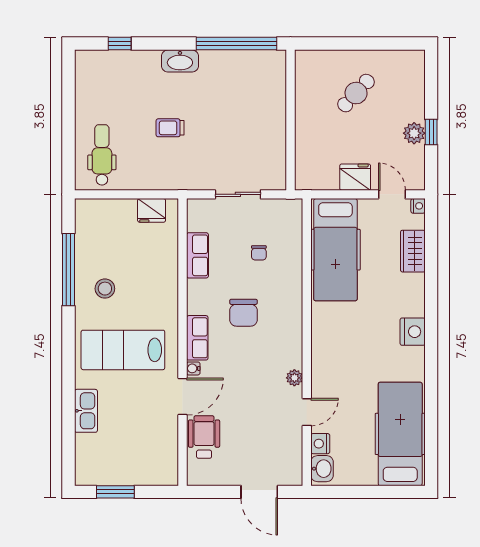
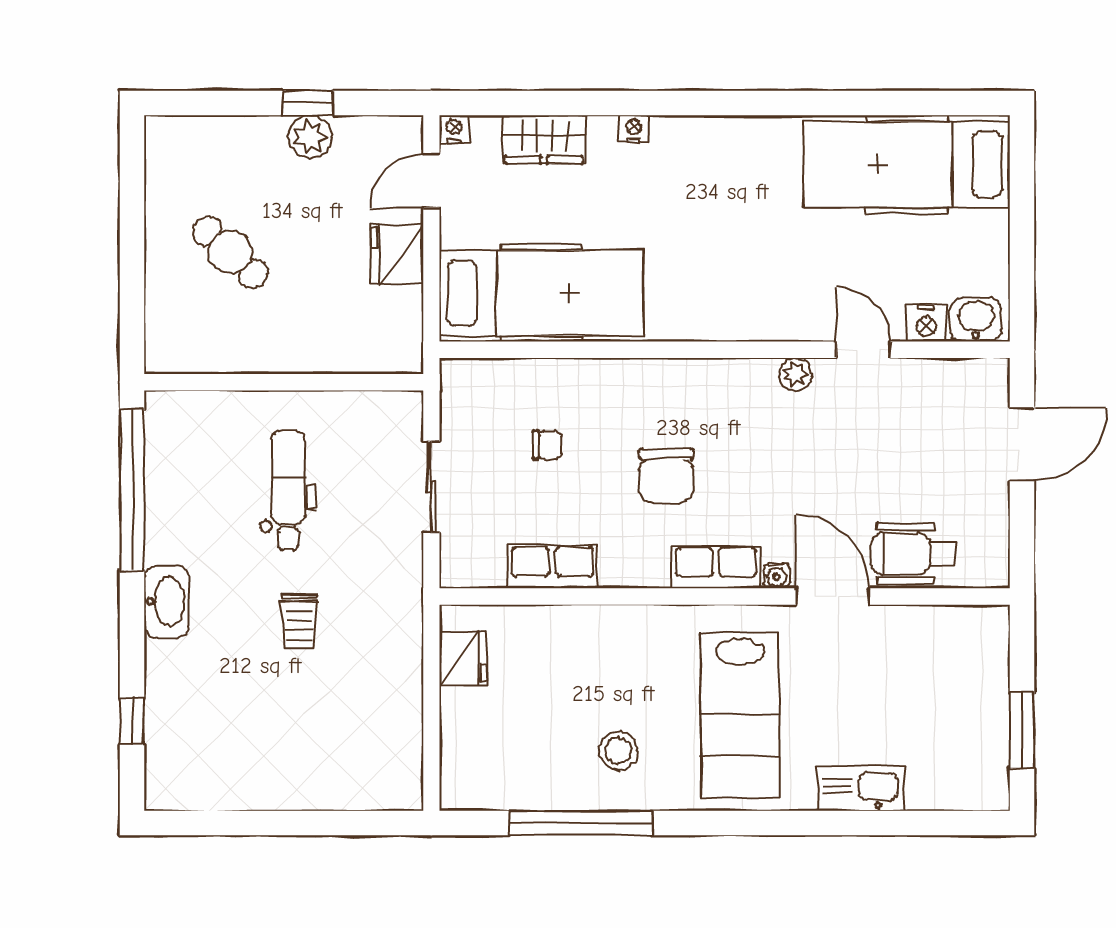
dental chair: (102, 155) -> (288, 491), moved, turned 90
chair: (243, 313) -> (666, 476), turned 90
nightstand: (413, 332) -> (634, 129), moved, width x0.53, depth x0.56

